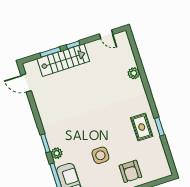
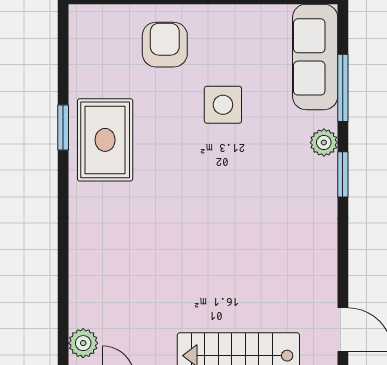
plant: (134, 73) -> (83, 343), moved
rug: (142, 127) -> (105, 140), width x1.36, depth x1.43

